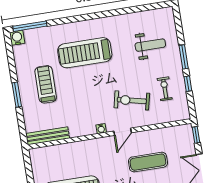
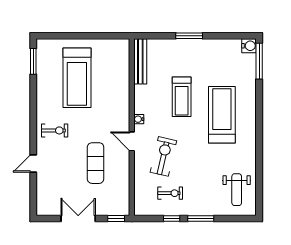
weight bench: (150, 45) -> (237, 190), moved
treadmill: (46, 84) -> (182, 97), moved, turned 90

